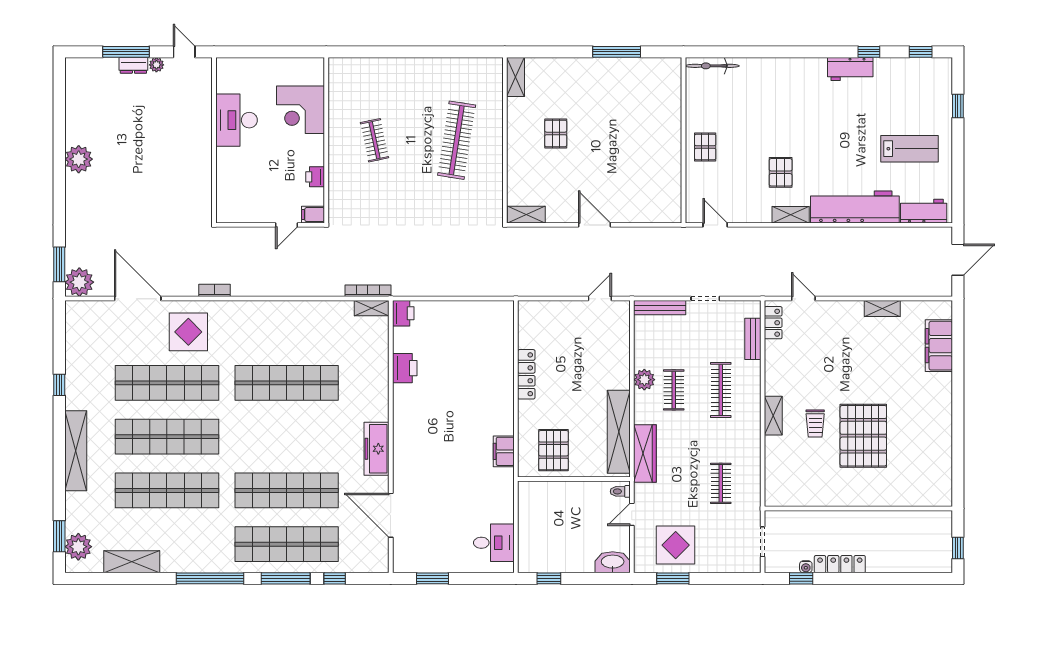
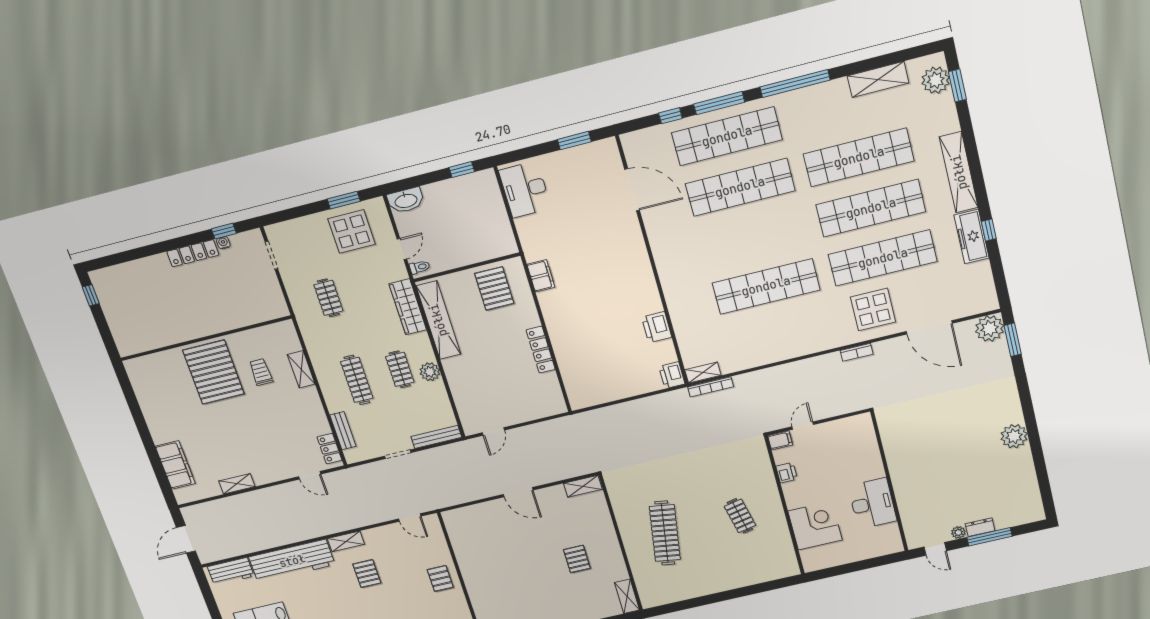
freezer: (377, 449) -> (972, 237), moved, turned 180
wall: (858, 508) -> (206, 338), moved
desk: (494, 543) -> (525, 189), width x1.37

